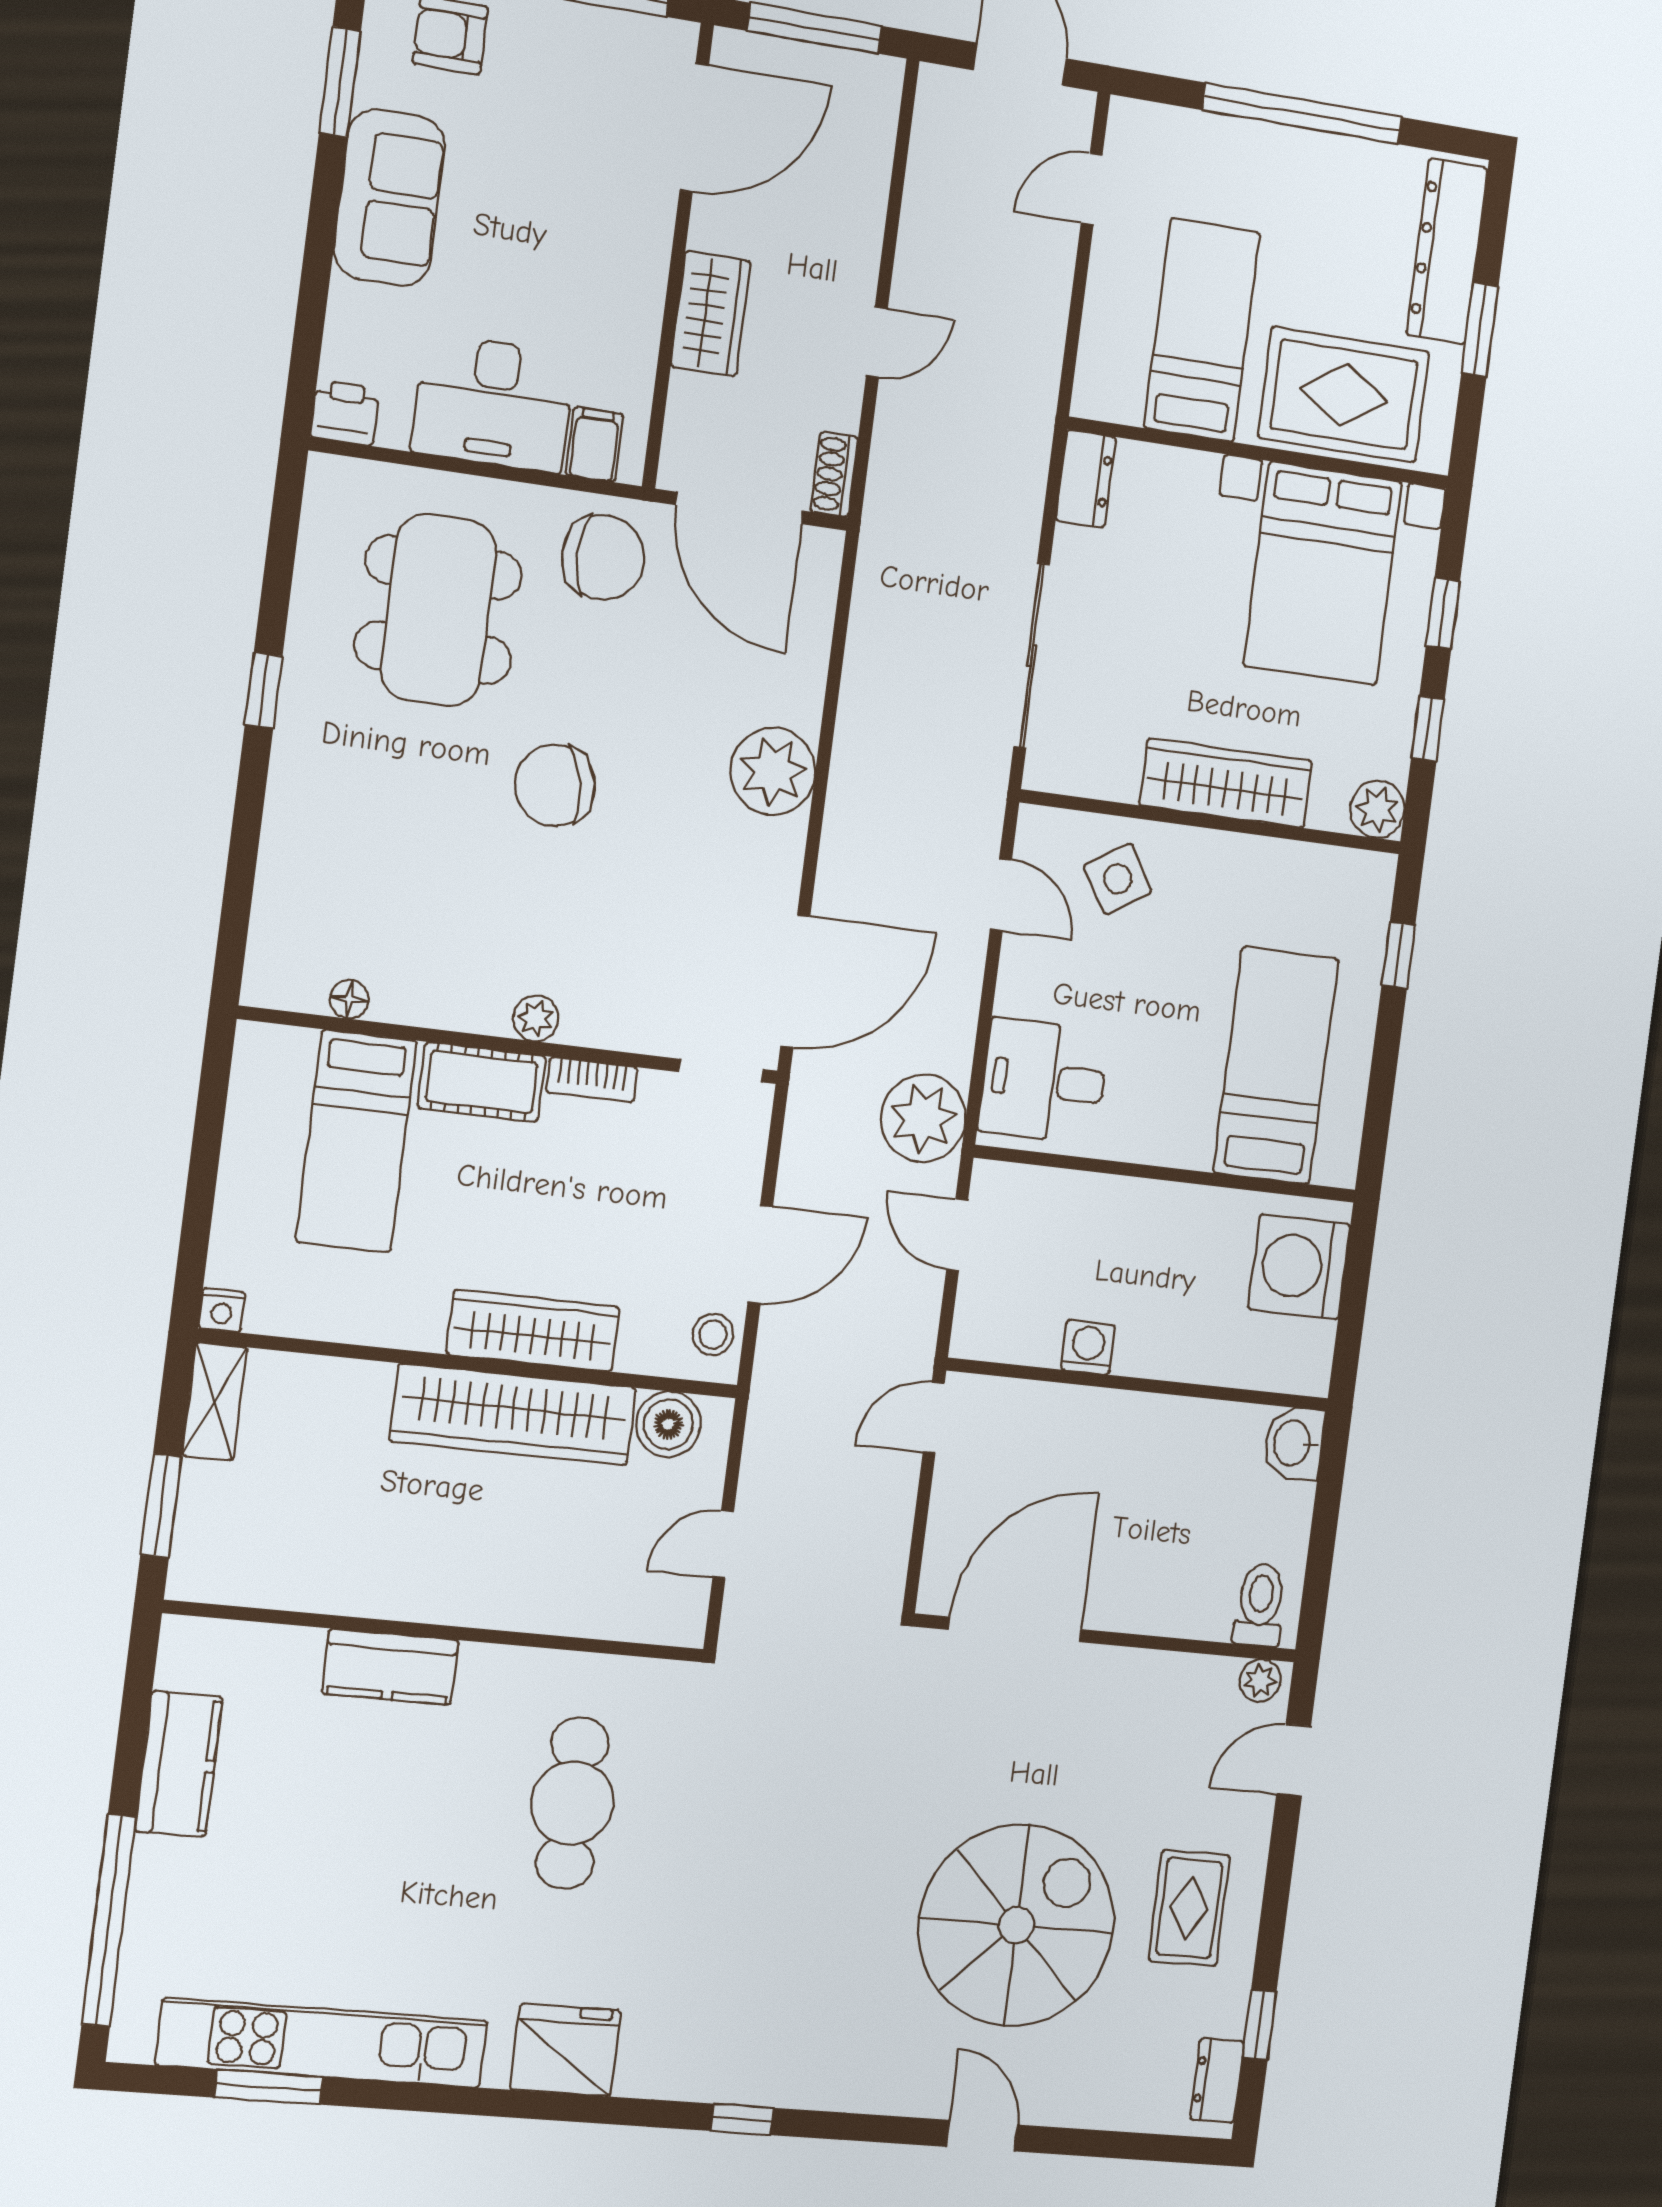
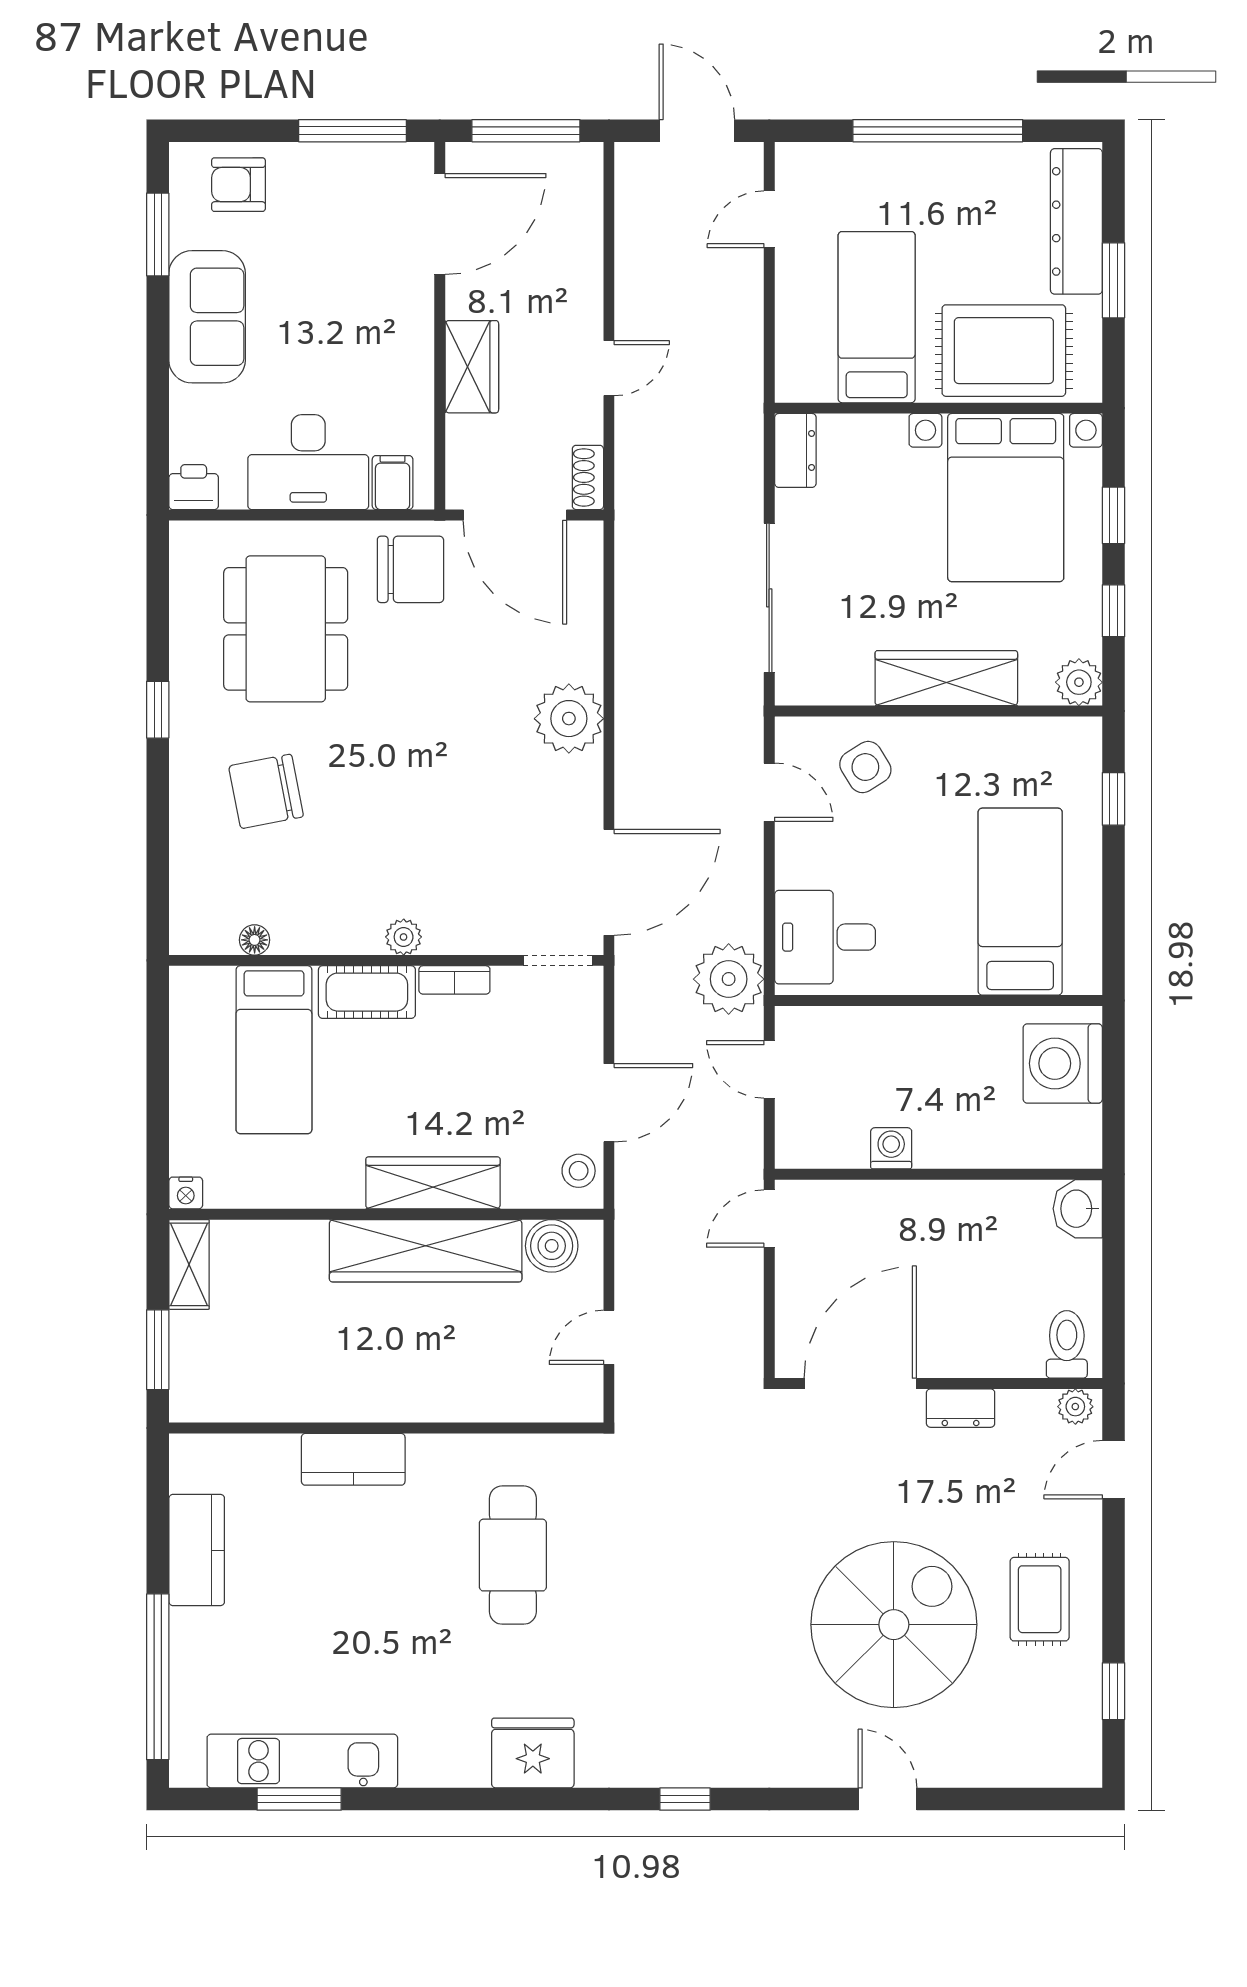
chair: (555, 785) -> (266, 791), moved
kitchen unit: (322, 2043) -> (302, 1761), width x0.73
dresser: (1217, 2080) -> (961, 1408), moved, turned -90

